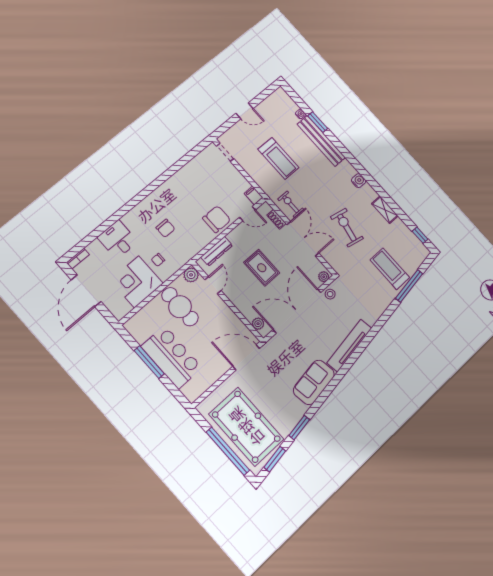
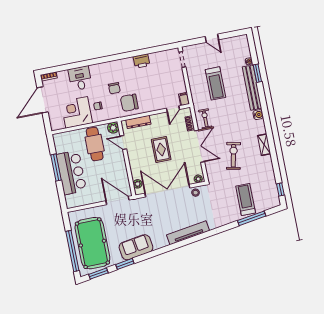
printer: (179, 180) -> (142, 61), added
water cooler: (359, 181) -> (258, 115), moved
shelving: (385, 210) -> (264, 145), moved
door: (248, 214) -> (173, 109), hinge flipped
chair: (217, 219) -> (129, 103), moved, turned 180
door: (213, 285) -> (123, 142), swing flipped
sofa: (314, 382) -> (136, 247), moved

